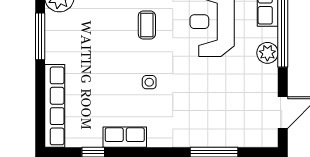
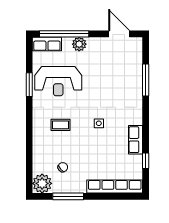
chair: (84, 28) -> (63, 167), added

